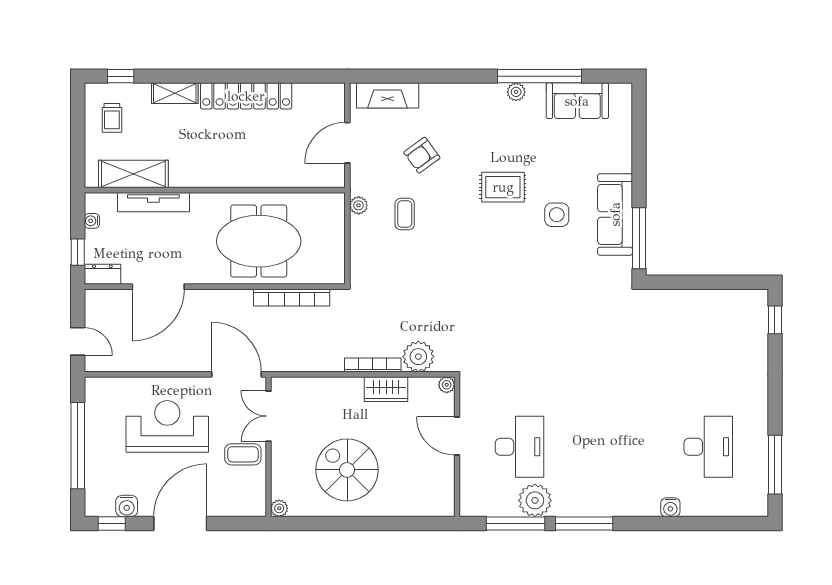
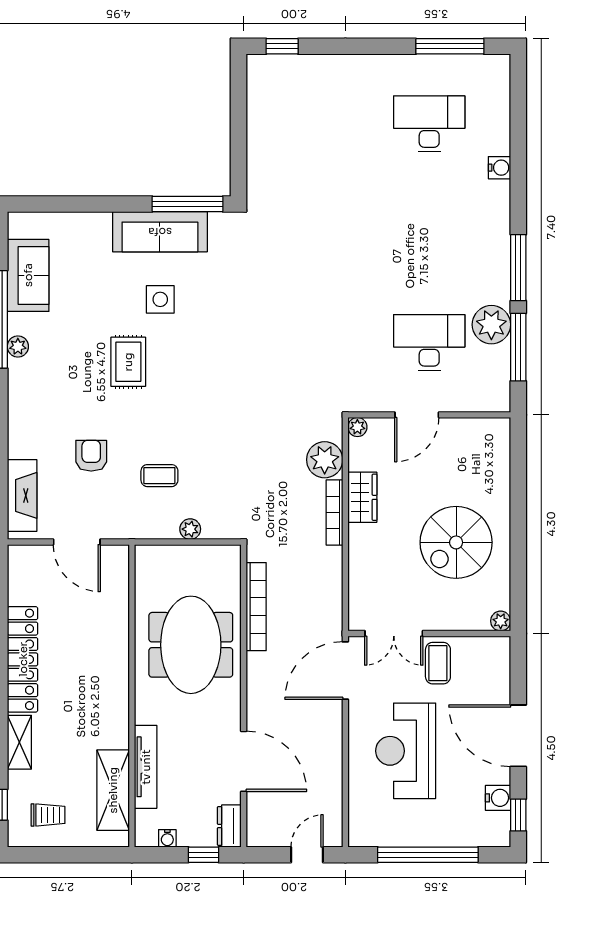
armchair: (422, 155) -> (91, 456), turned -144
plant: (359, 205) -> (190, 529), moved

